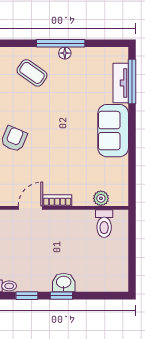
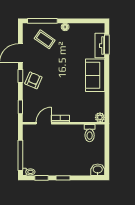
window: (61, 43) -> (42, 21), moved
window: (132, 81) -> (107, 45), width x0.69
plant: (101, 198) -> (100, 117), moved
washbasin: (64, 283) -> (98, 170), moved

